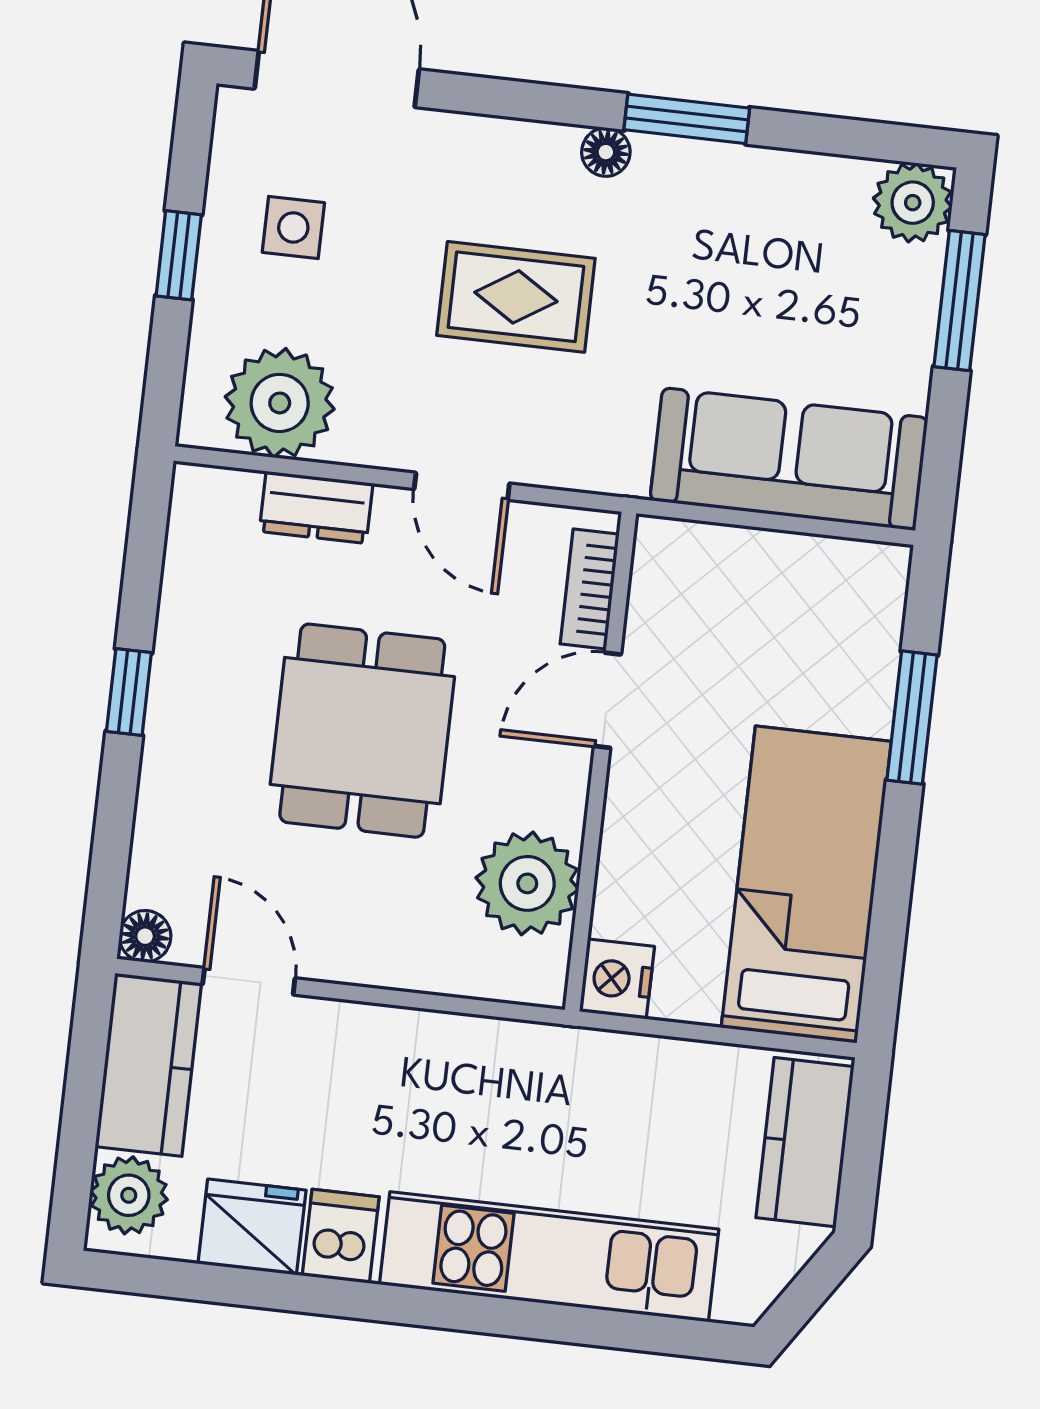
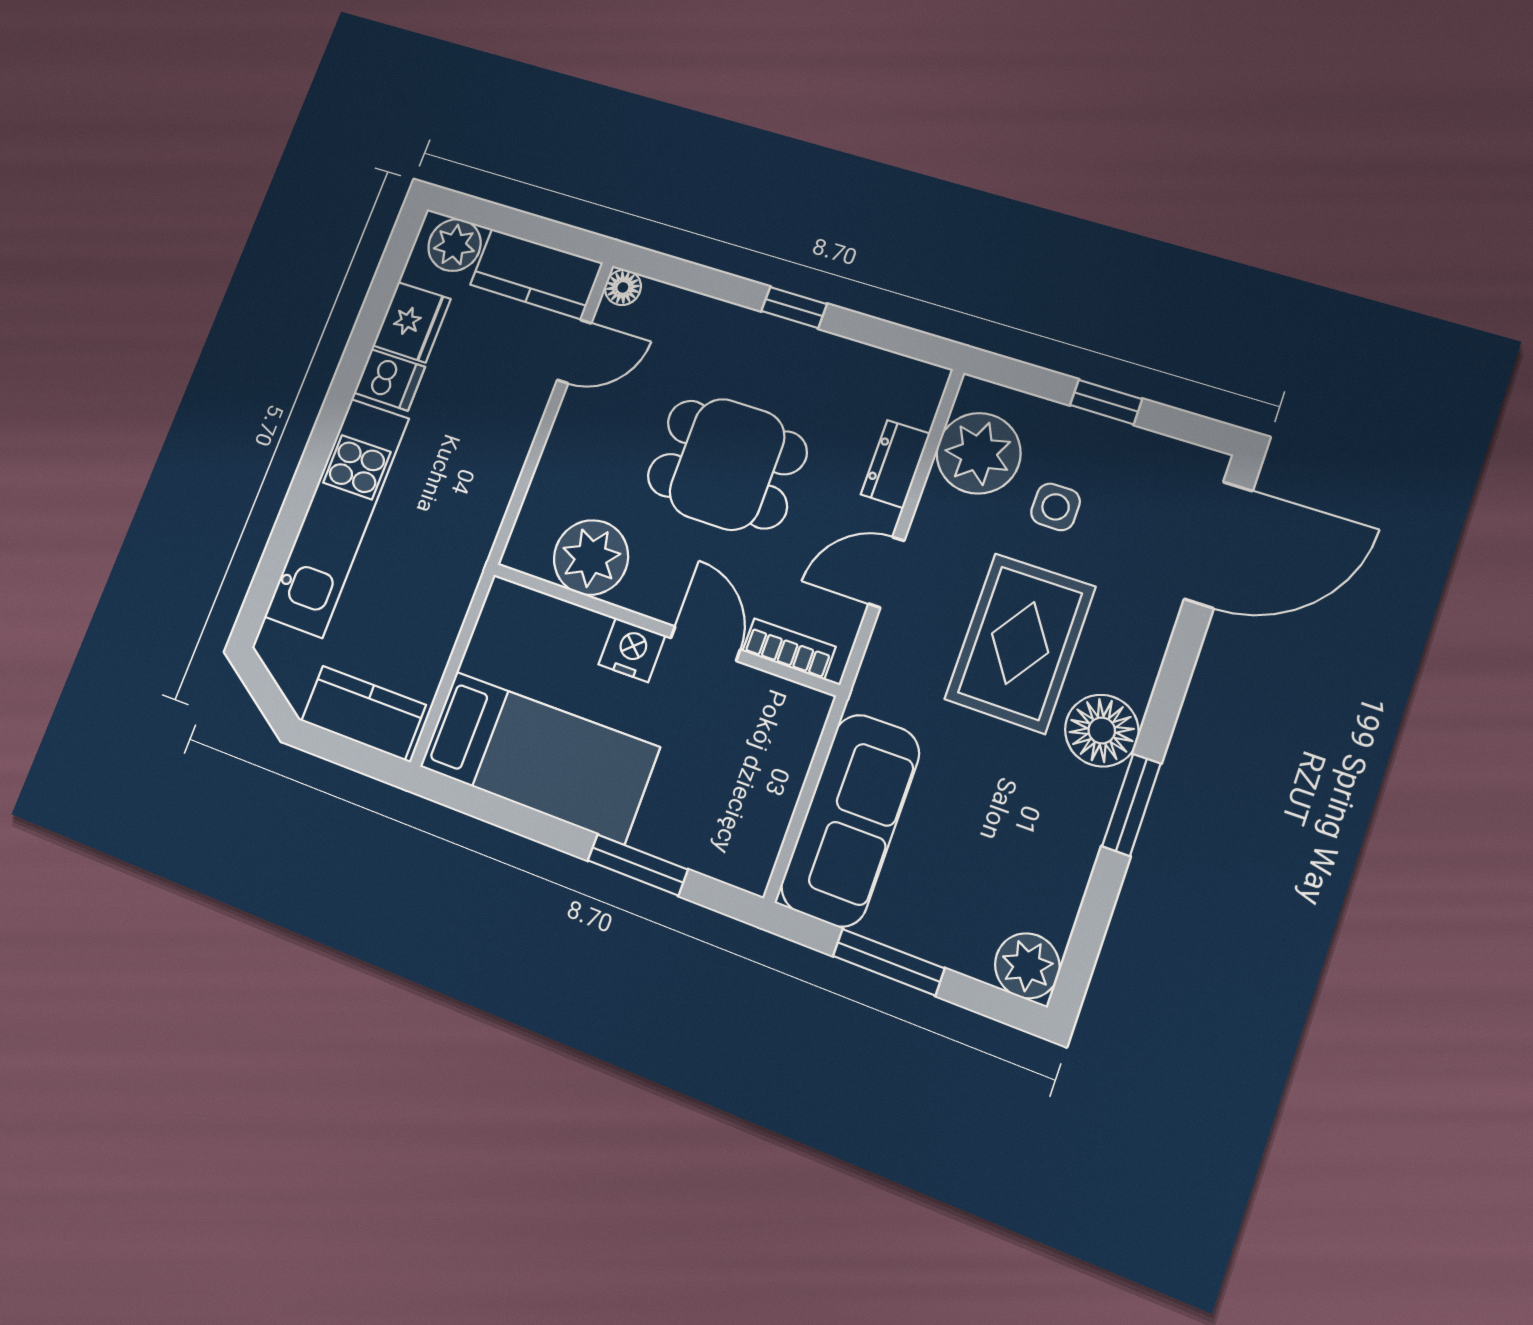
floor lamp: (606, 152) -> (1102, 731), width x1.89, depth x1.89
side table: (293, 227) -> (1056, 507), moved
rug: (516, 297) -> (1020, 643), width x1.36, depth x1.43
window: (960, 301) -> (889, 962), moved
nightstand: (617, 979) -> (632, 650), moved

